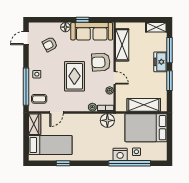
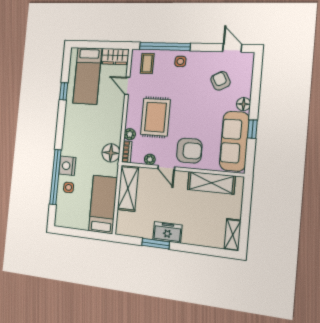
window: (170, 50) -> (198, 249), removed
armchair: (101, 62) -> (189, 151), turned 93
freezer: (160, 62) -> (167, 232), moved
rug: (74, 76) -> (155, 117), moved, turned 90
door: (115, 78) -> (166, 168), hinge flipped
shelving: (144, 105) -> (128, 188), moved
bed: (146, 128) -> (103, 204), width x0.67

